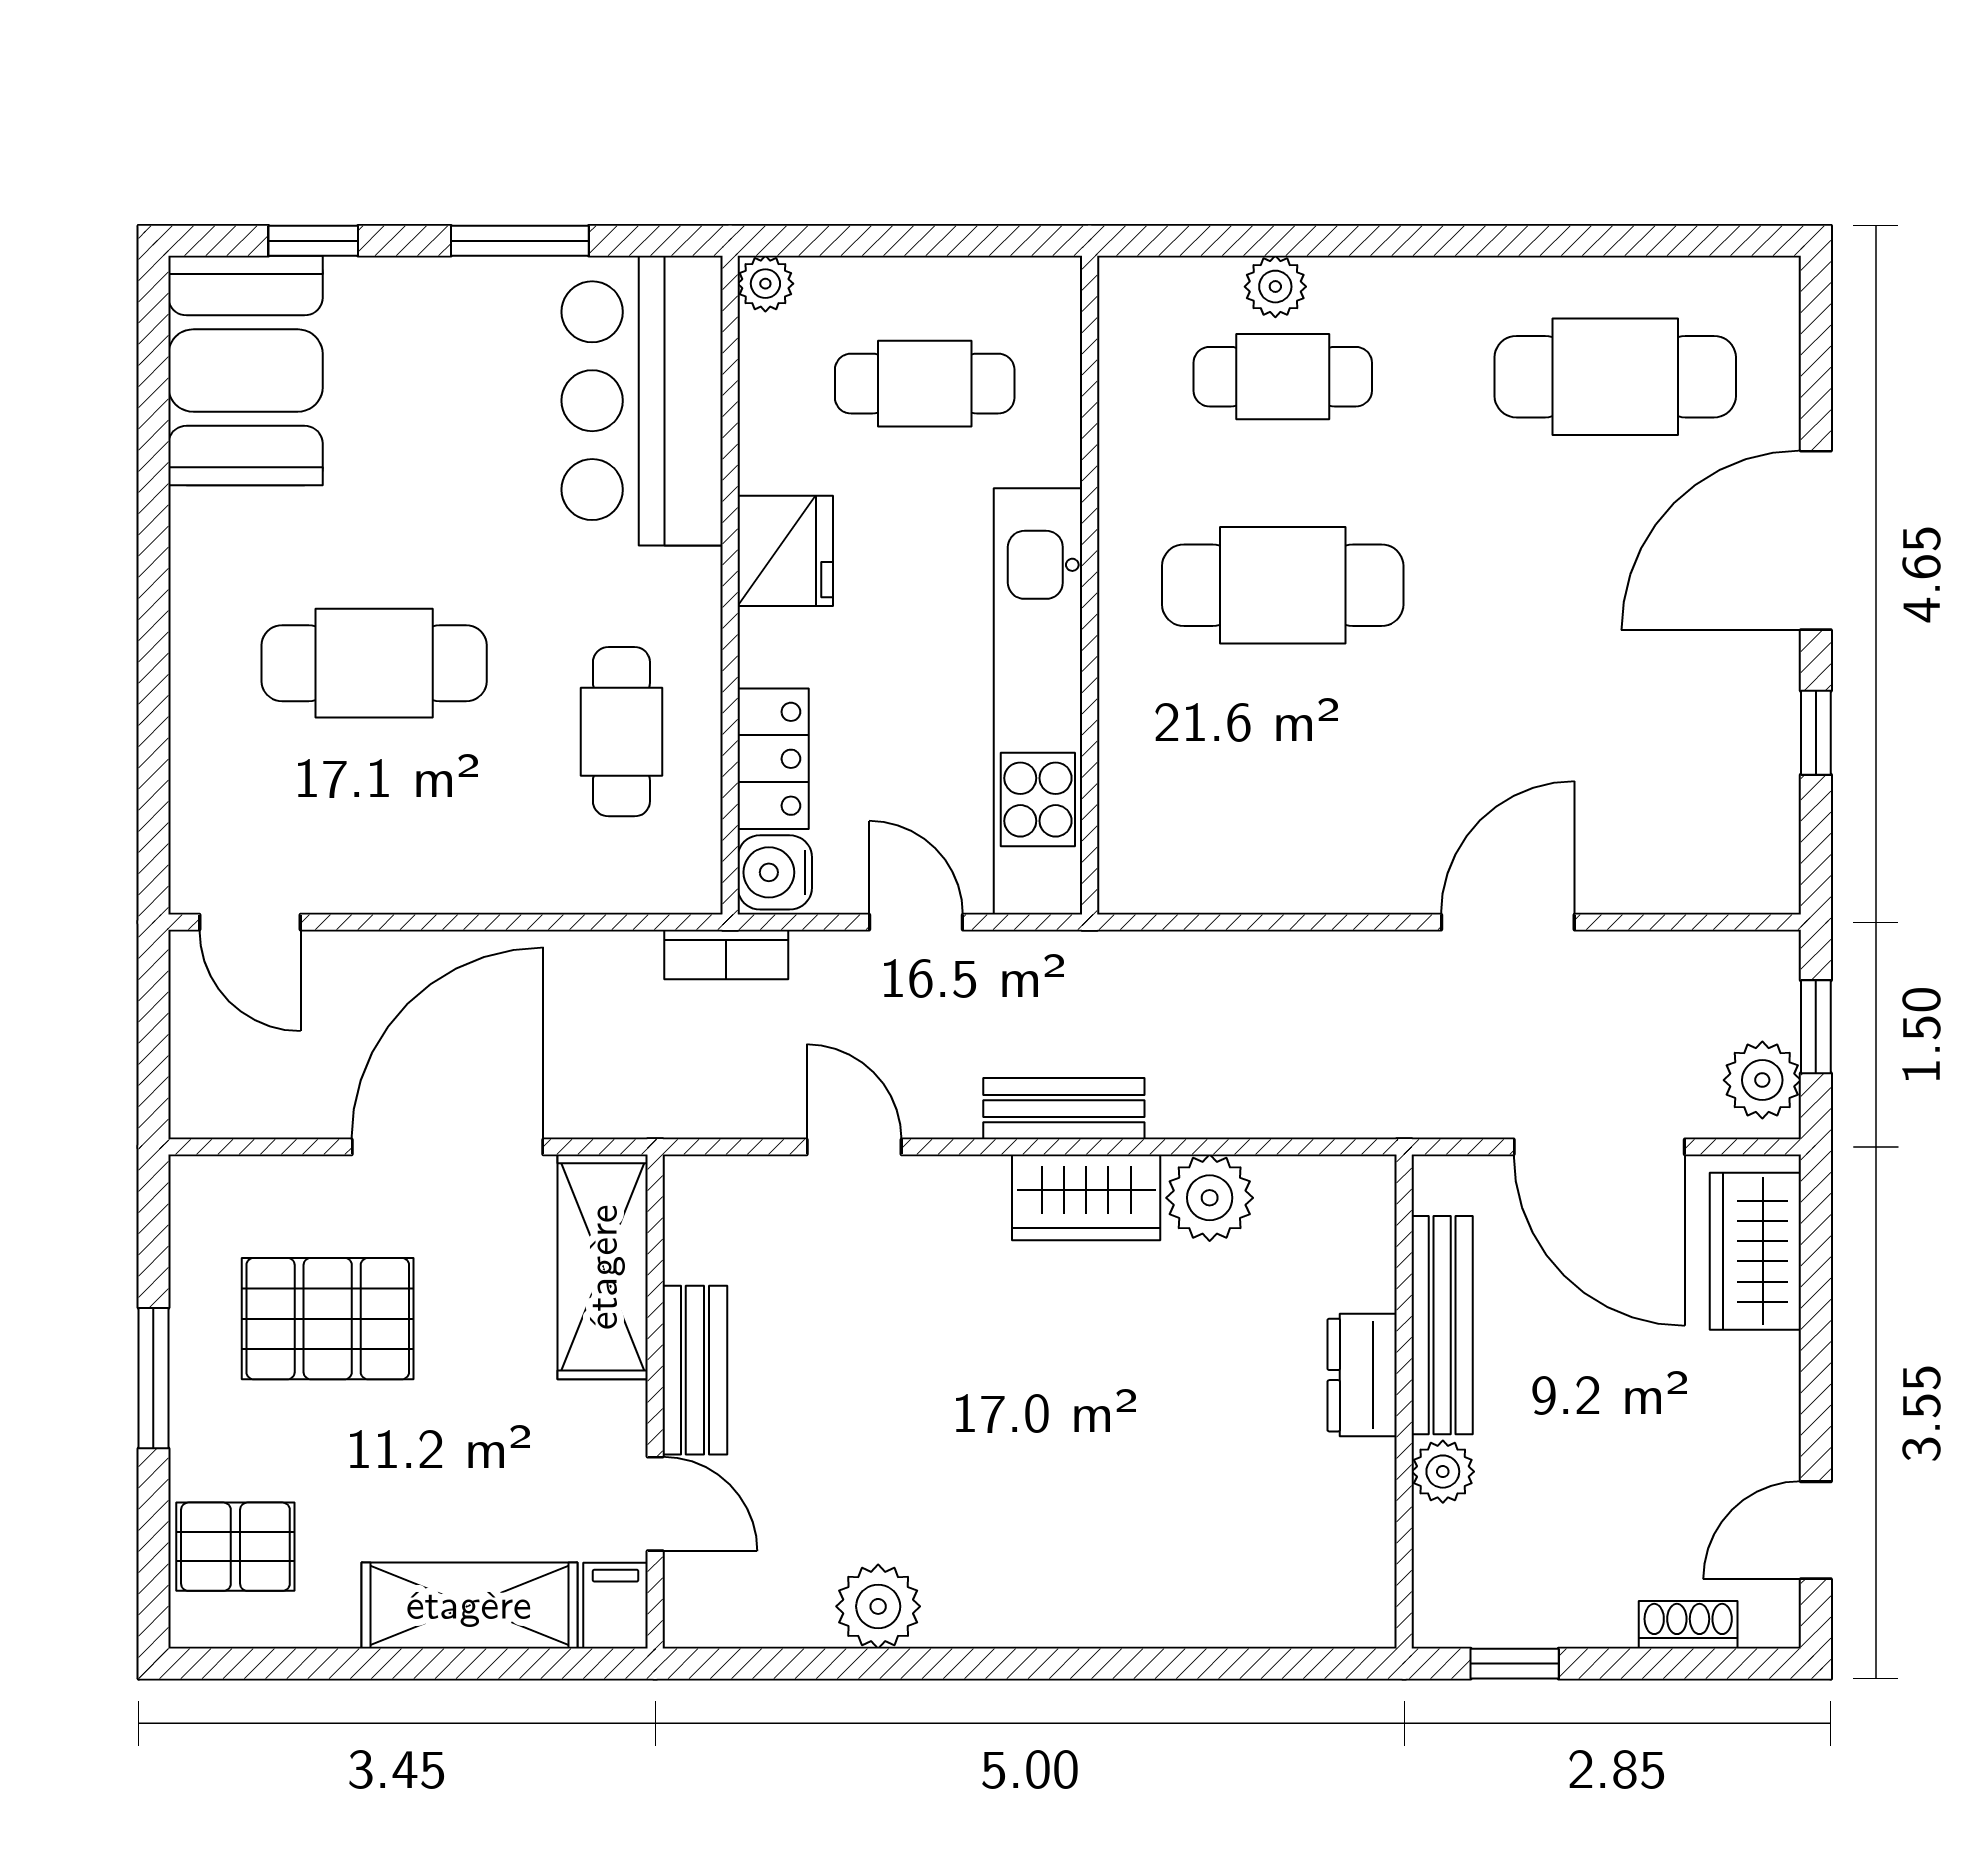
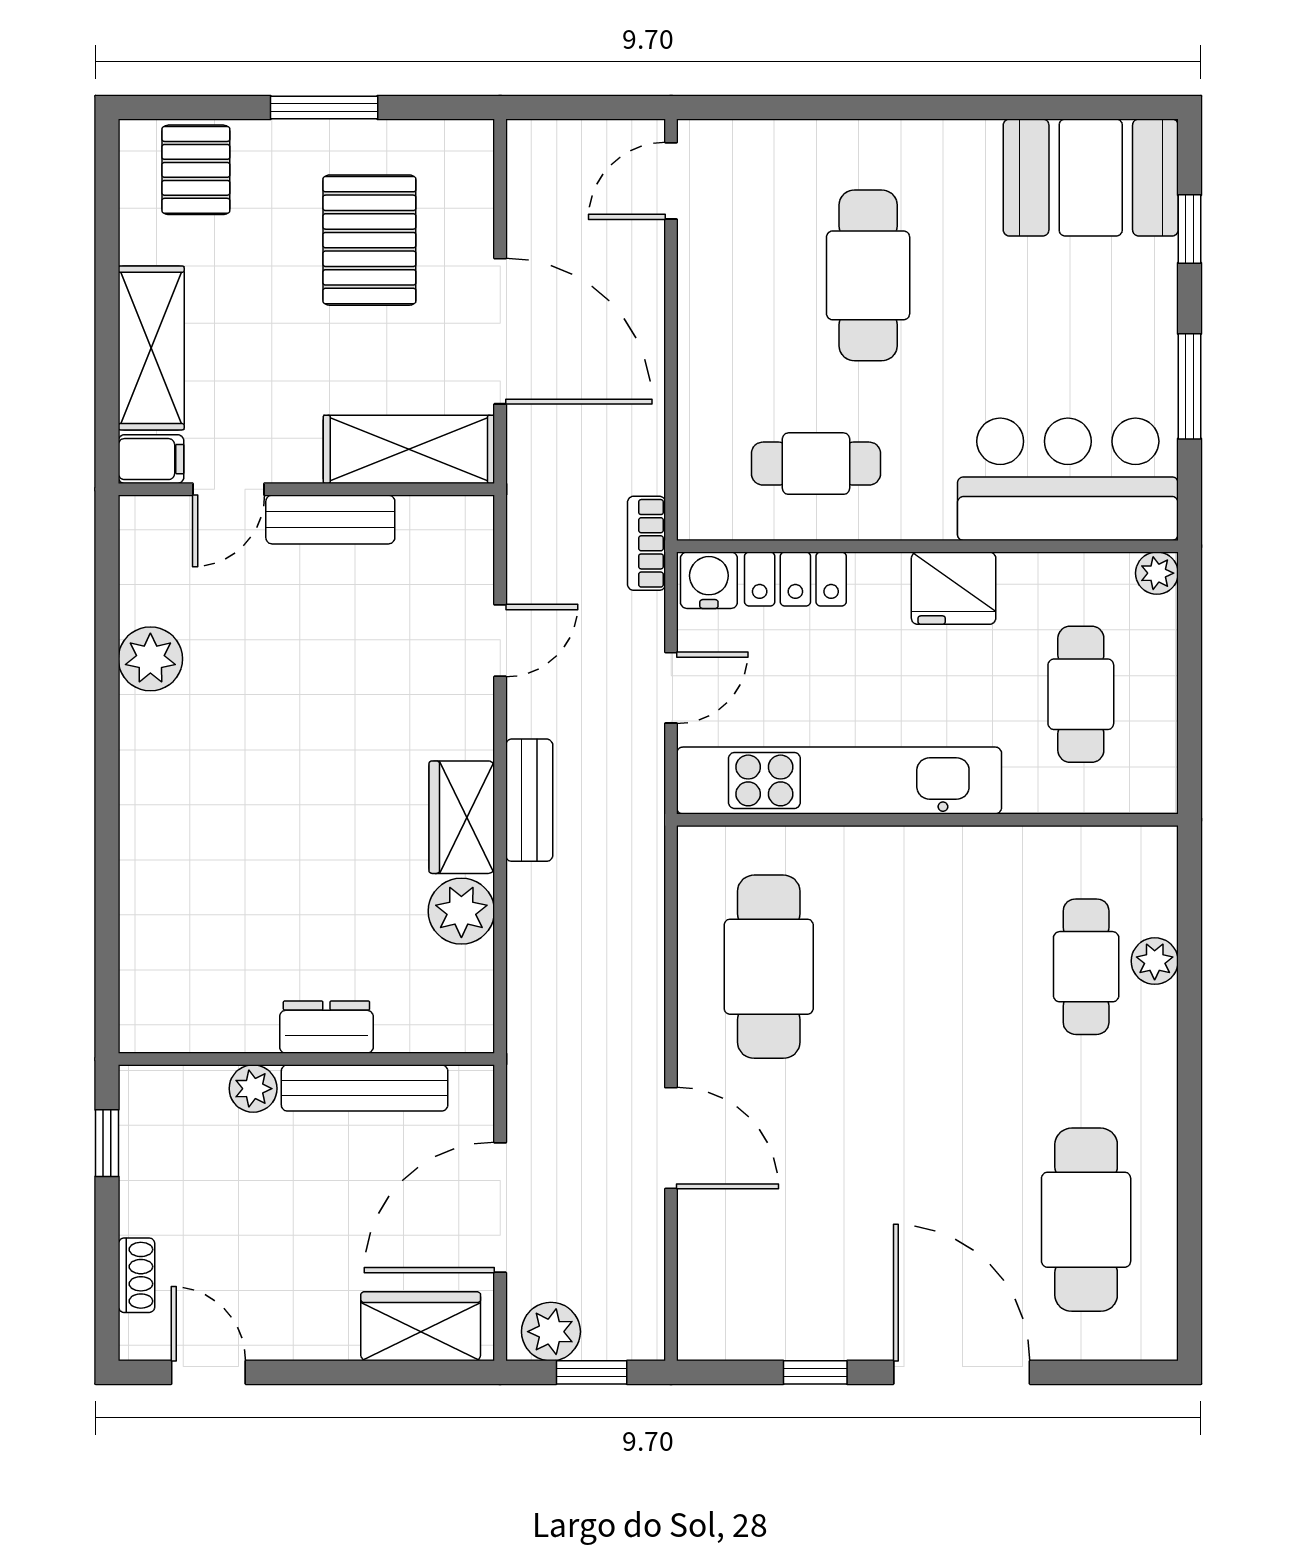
cafe table: (1283, 585) -> (769, 967), moved

